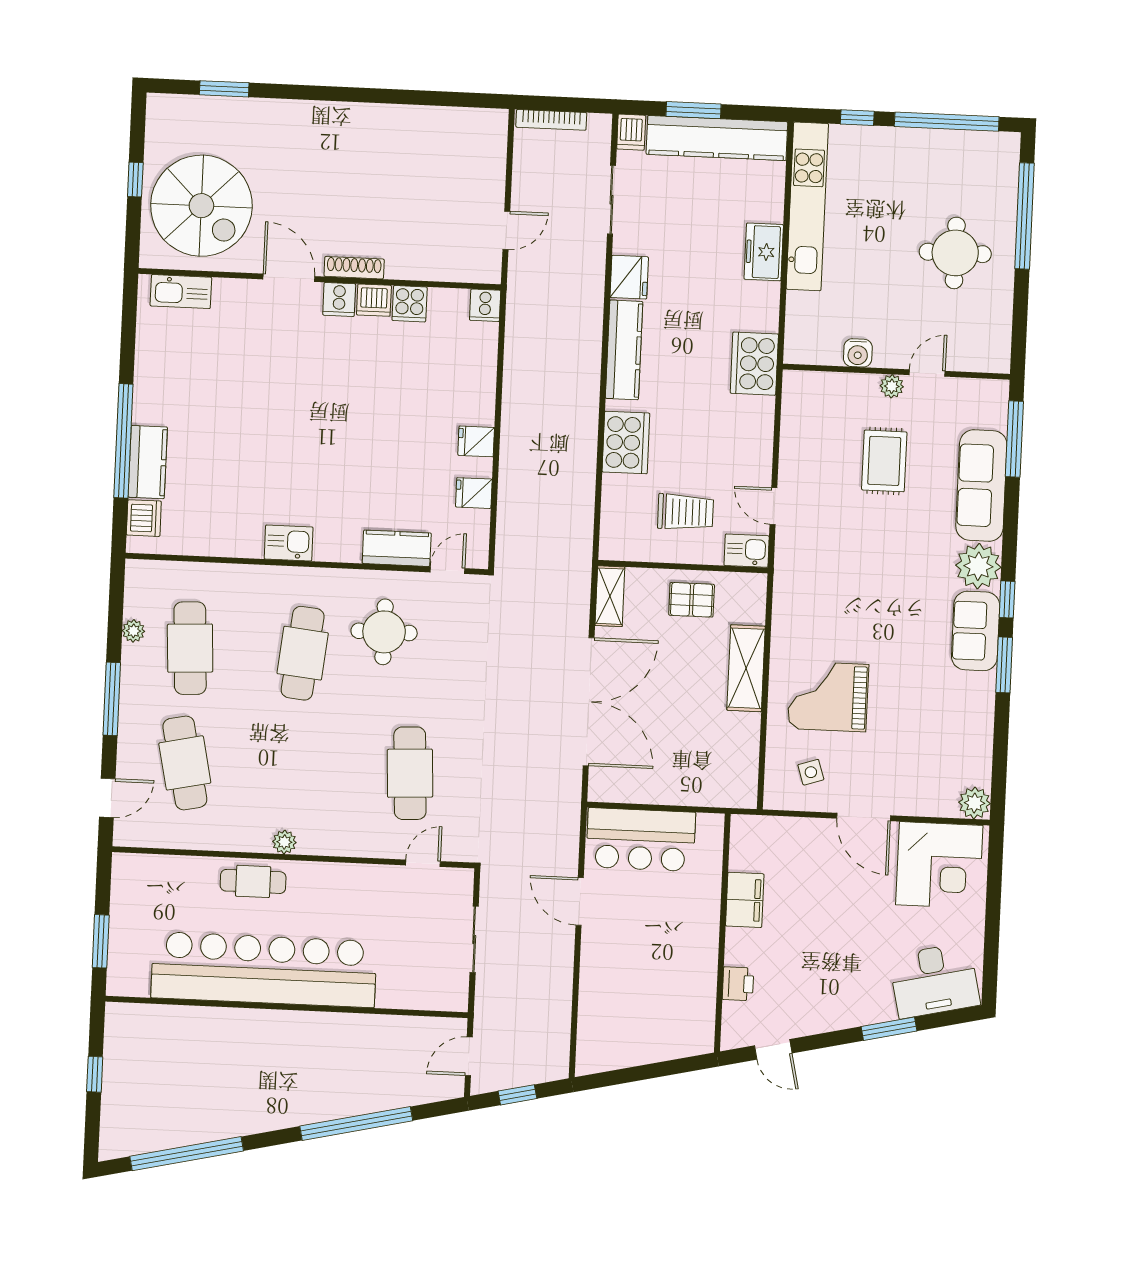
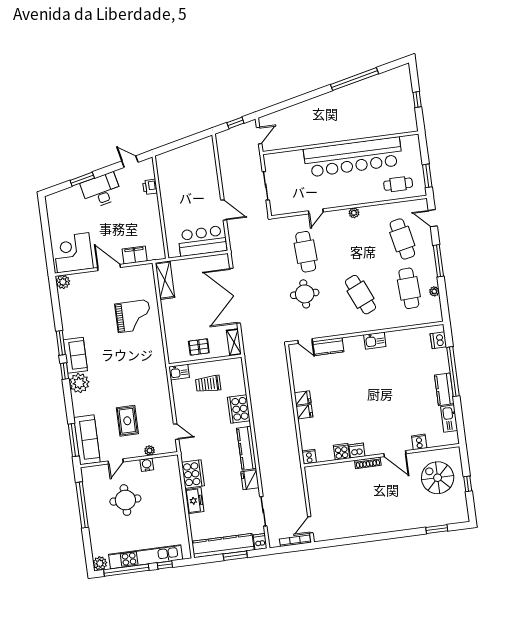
plant: (1004, 148) -> (100, 563), added
spiral stairs: (201, 206) -> (438, 478), width x0.73, depth x0.73
kitchen unit: (807, 206) -> (146, 557), moved, turned 90
window: (1024, 216) -> (82, 505), moved
door: (506, 230) -> (310, 525), moved
round table: (955, 253) -> (125, 500), moved
kitchen sink: (181, 292) -> (449, 419), moved, turned -90
cooker: (339, 299) -> (419, 442), moved
cooker: (754, 364) -> (193, 474), moved
plant: (892, 386) -> (150, 451), moved
kitchen counter: (148, 462) -> (444, 389), moved
sofa: (981, 486) -> (87, 440), moved
fridge: (474, 493) -> (304, 412), moved
door: (773, 506) -> (176, 432), moved
door: (447, 570) -> (305, 341), hinge flipped
round table: (384, 632) -> (305, 294), moved
cafe table: (303, 653) -> (360, 295), turned -30
shelving: (746, 668) -> (165, 280), moved
side table: (811, 772) -> (135, 283), removed
door: (107, 798) -> (433, 218), hinge flipped
door: (423, 863) -> (316, 211), moved
cafe table: (253, 881) -> (398, 184), moved
filing cabinet: (745, 900) -> (135, 255), moved, turned 90
window: (101, 941) -> (427, 176), moved
desk: (934, 980) -> (101, 190), moved
window: (356, 1123) -> (302, 98), removed
window: (187, 1154) -> (355, 79), moved

